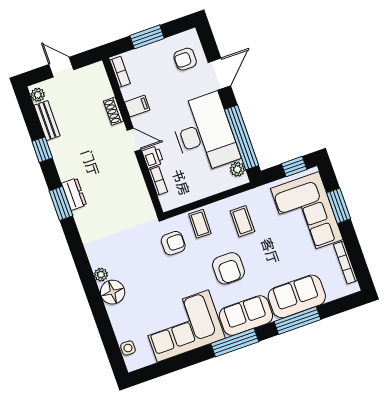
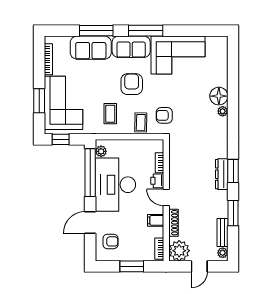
door: (61, 67) -> (199, 266), hinge flipped
plant: (94, 78) -> (179, 251), added
shoe rack: (114, 111) -> (173, 223), width x1.43
window: (42, 150) -> (233, 213), width x1.50
dresser: (74, 194) -> (222, 174), width x1.44
side table: (128, 348) -> (222, 53), removed

